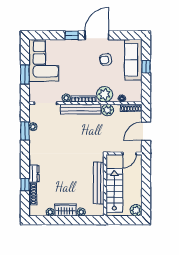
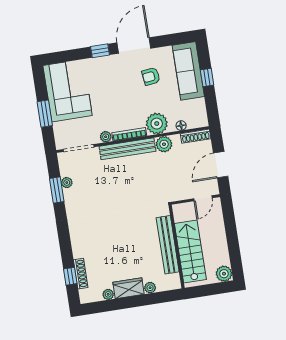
dresser: (34, 174) -> (78, 246), removed
window: (25, 185) -> (70, 276), moved

